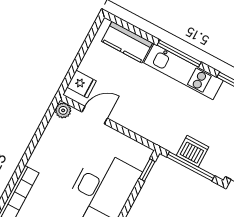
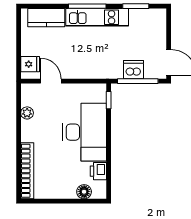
plant: (63, 110) -> (27, 113), moved
door: (95, 115) -> (51, 81), hinge flipped

